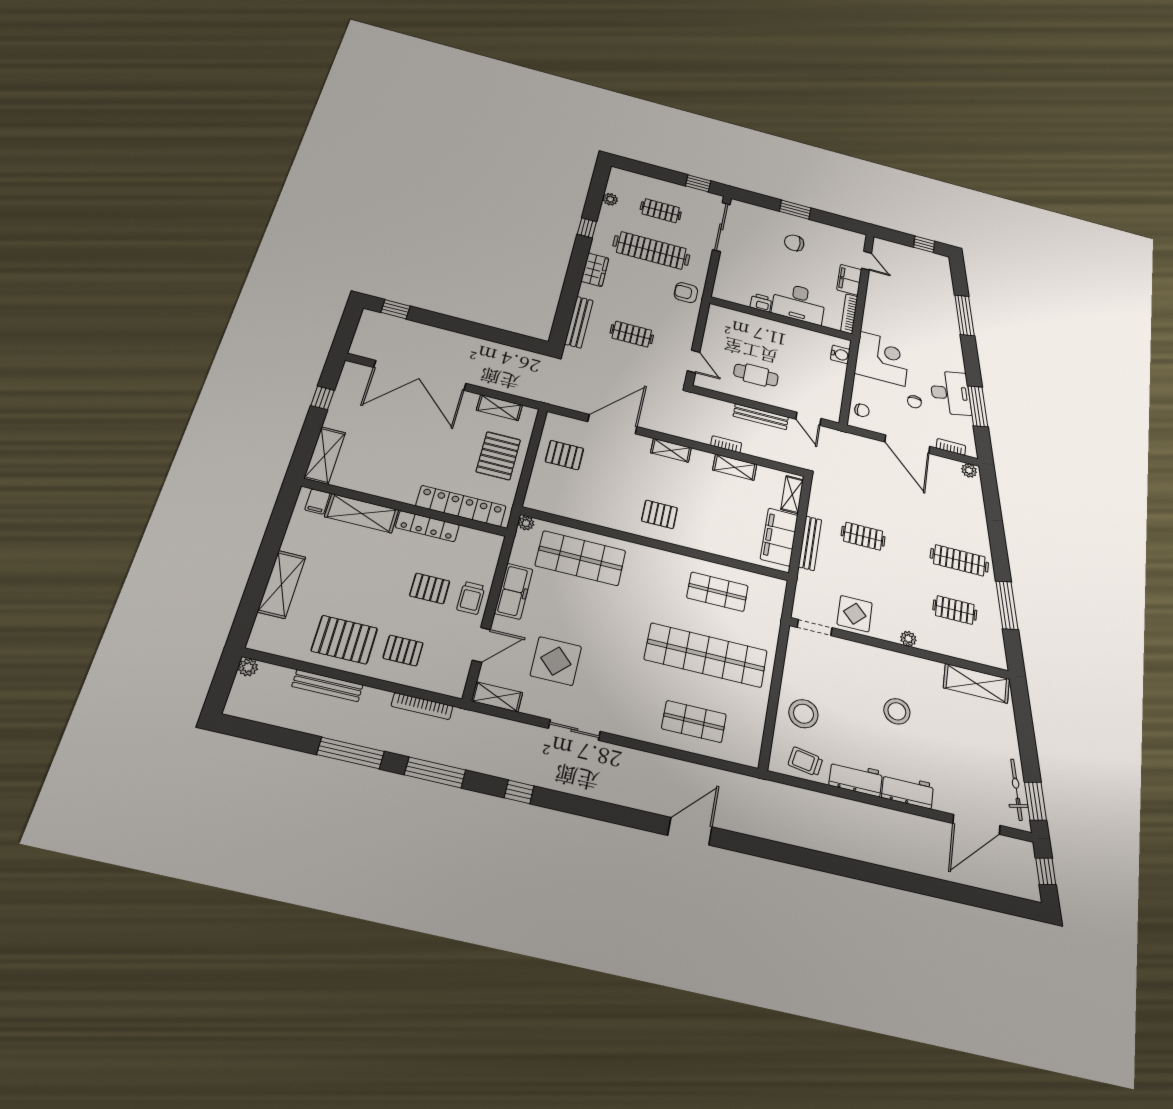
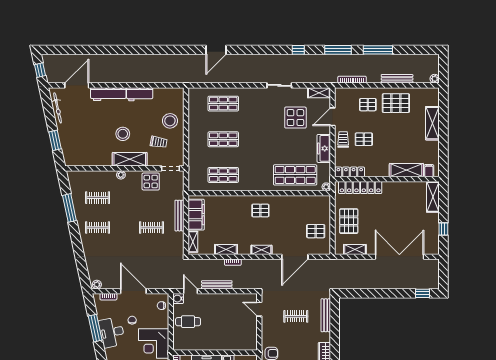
water cooler: (840, 354) -> (178, 299), moved
cafe table: (756, 375) -> (188, 322), moved
locker: (427, 526) -> (350, 172), moved
clothes rail: (959, 560) -> (98, 227), width x0.73
shop shelf: (706, 655) -> (223, 139), width x0.50, depth x0.74
shelving: (976, 683) -> (130, 159), moved
trolley: (805, 762) -> (159, 142), moved
workbench: (908, 791) -> (108, 94), width x1.38
window: (1035, 801) -> (55, 140), moved

